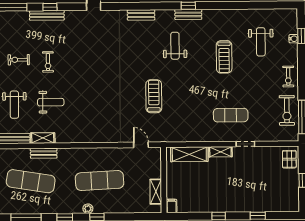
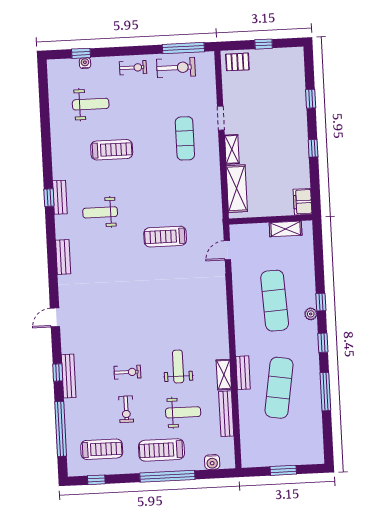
filing cabinet: (172, 206) -> (303, 202), width x2.00

